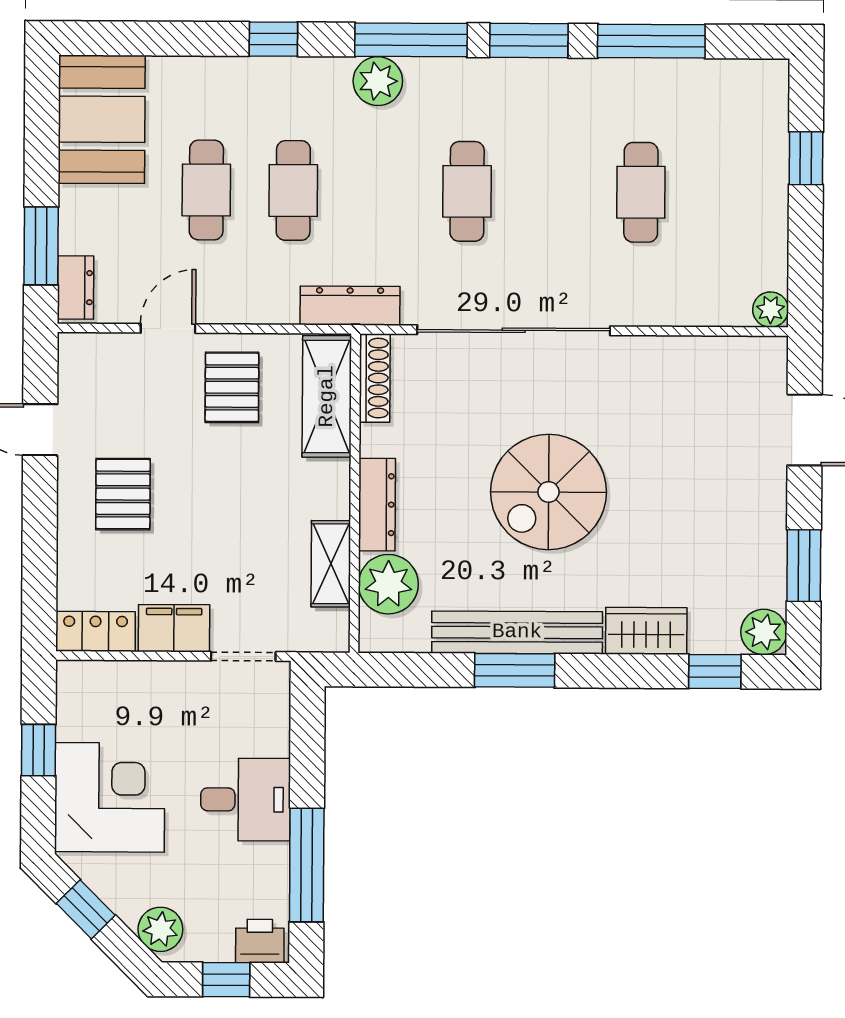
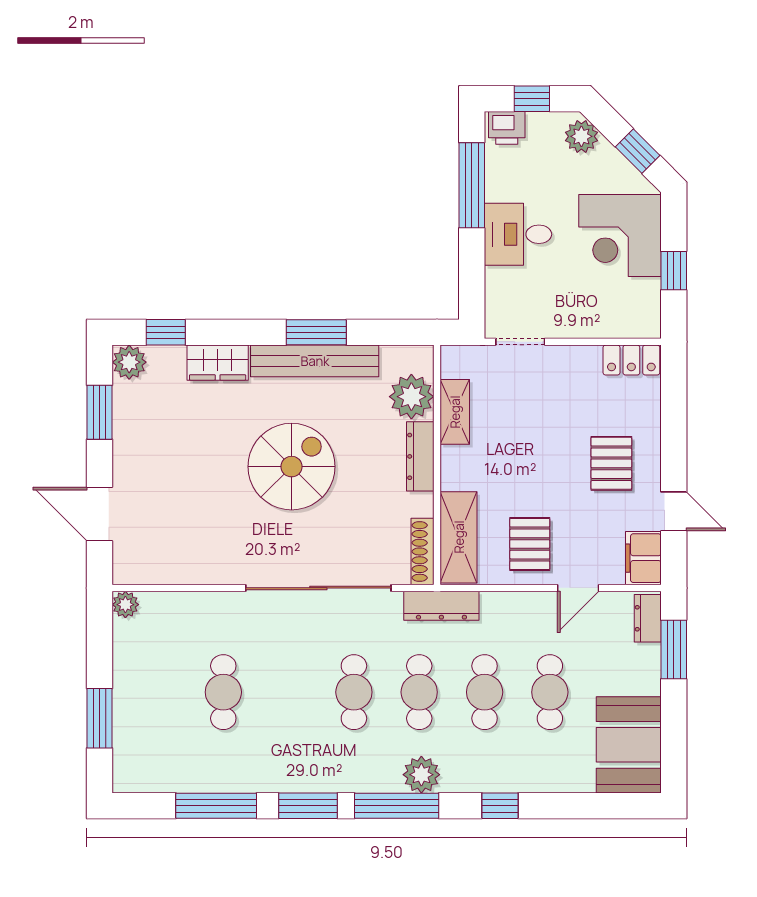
window: (806, 158) -> (99, 718), width x1.50
cafe table: (380, 191) -> (419, 692), added
filing cabinet: (174, 628) -> (643, 558), moved, turned 90

